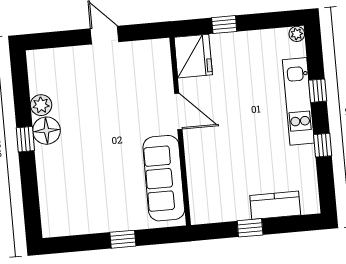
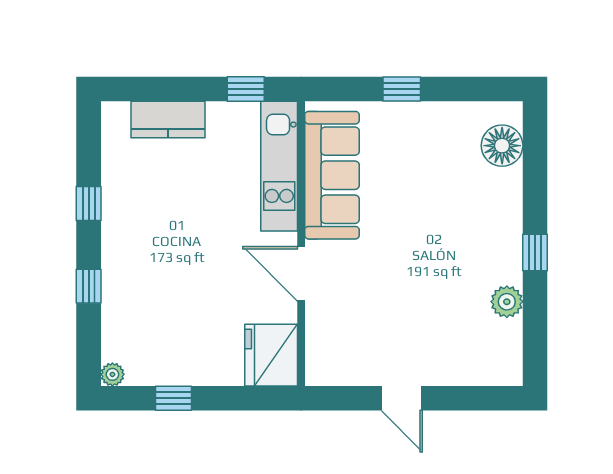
window: (224, 25) -> (174, 398), moved
kitchen unit: (298, 101) -> (279, 166), moved, turned 180
floor lamp: (46, 131) -> (502, 146), moved
window: (250, 228) -> (246, 89), moved

